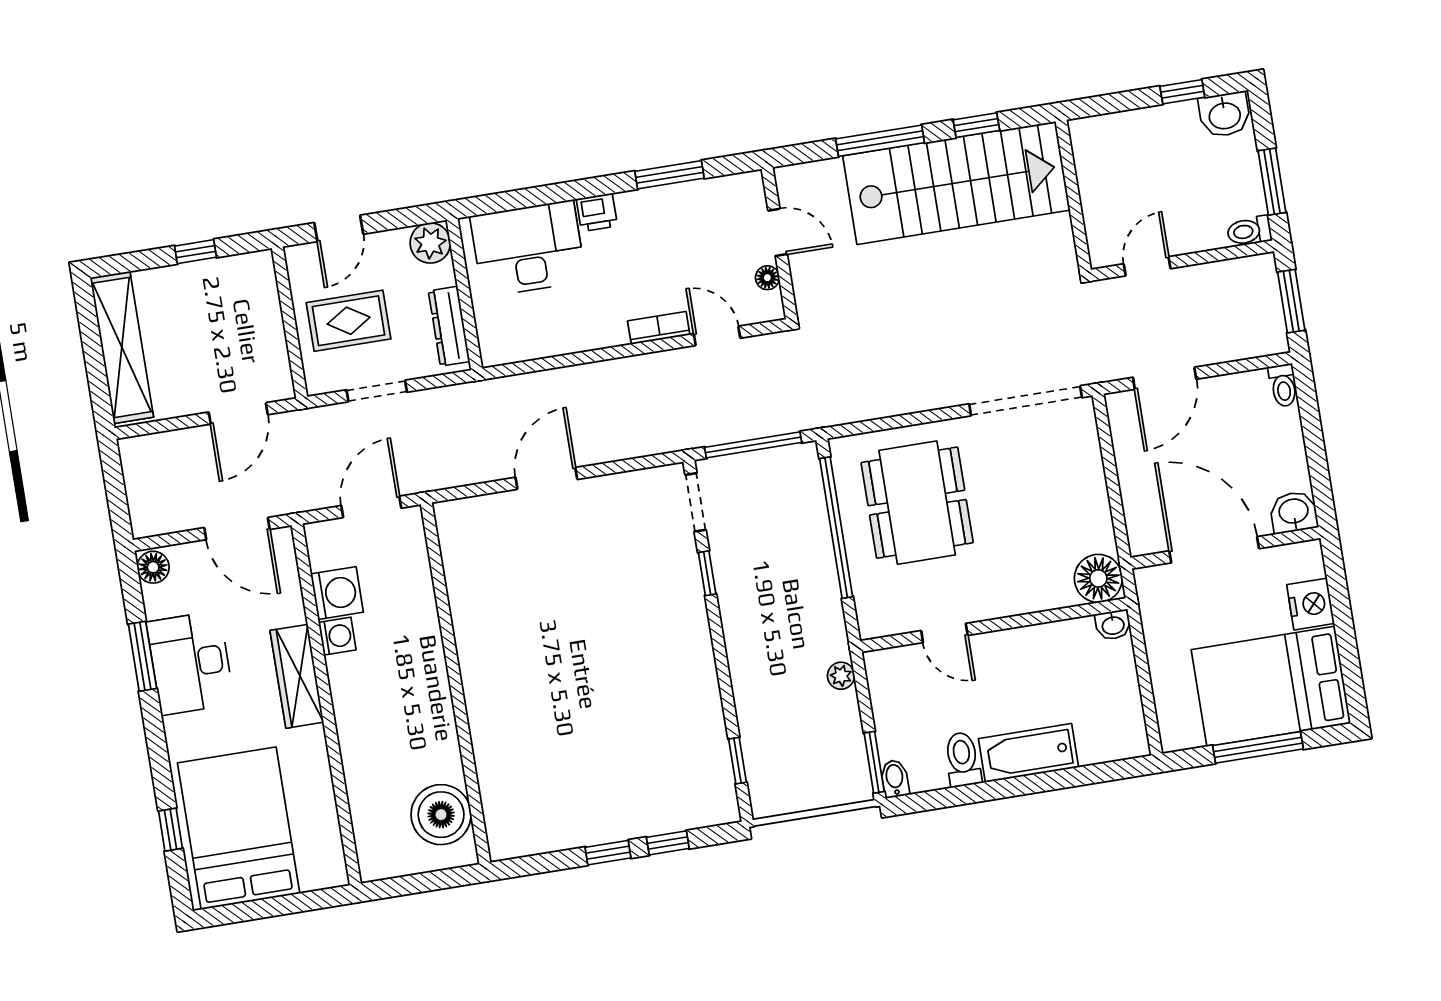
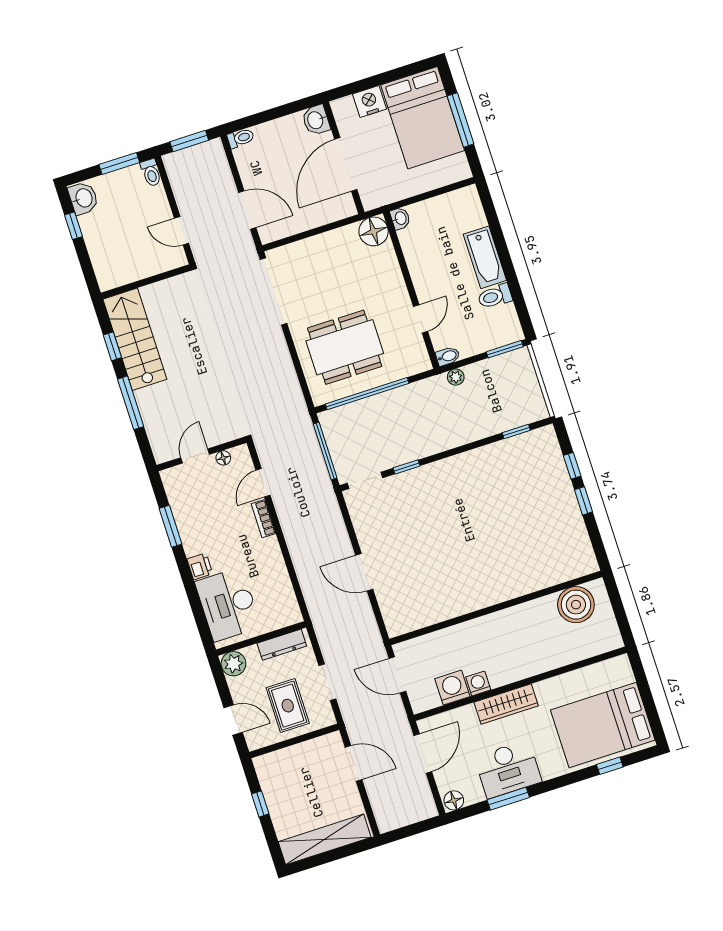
stairs: (956, 183) -> (135, 339), width x0.73, depth x0.66
bidet: (895, 779) -> (448, 356), moved, turned 180

